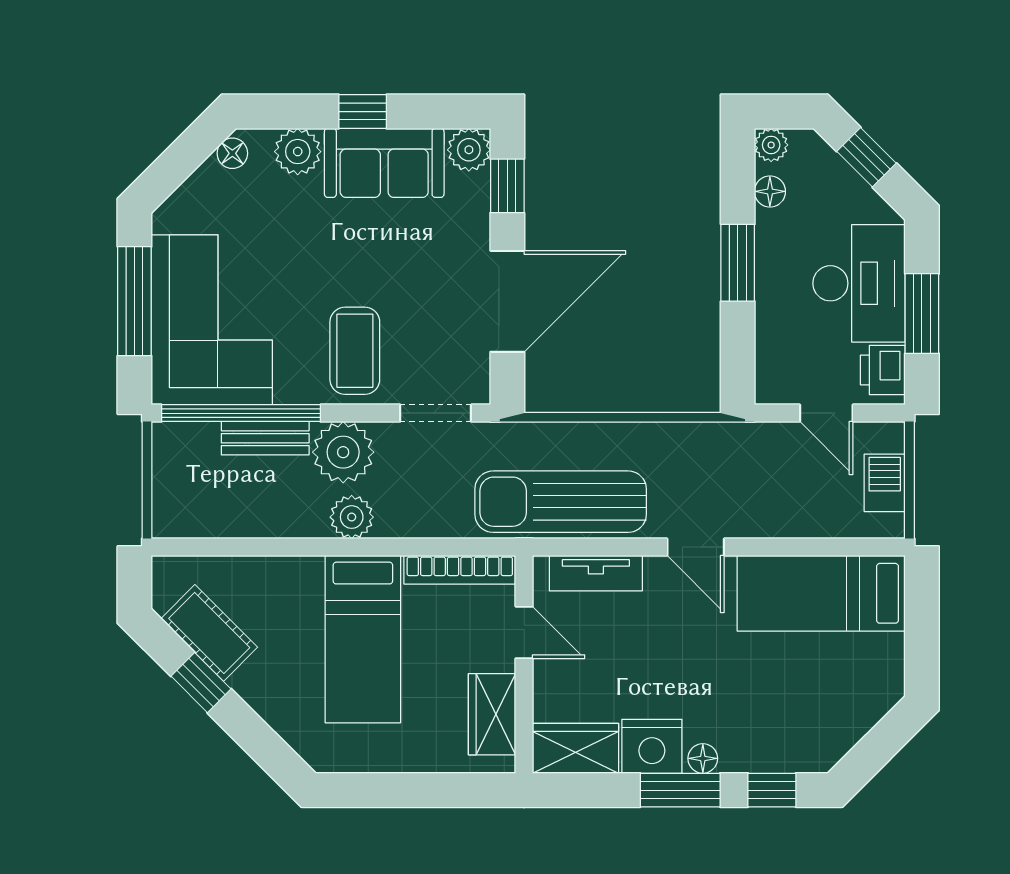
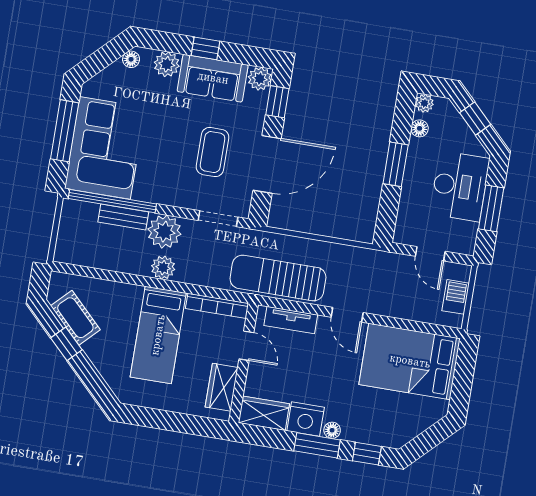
coffee table: (355, 351) -> (213, 152), moved
printer: (883, 370) -> (465, 235), removed
bed: (821, 593) -> (410, 361), width x1.50

